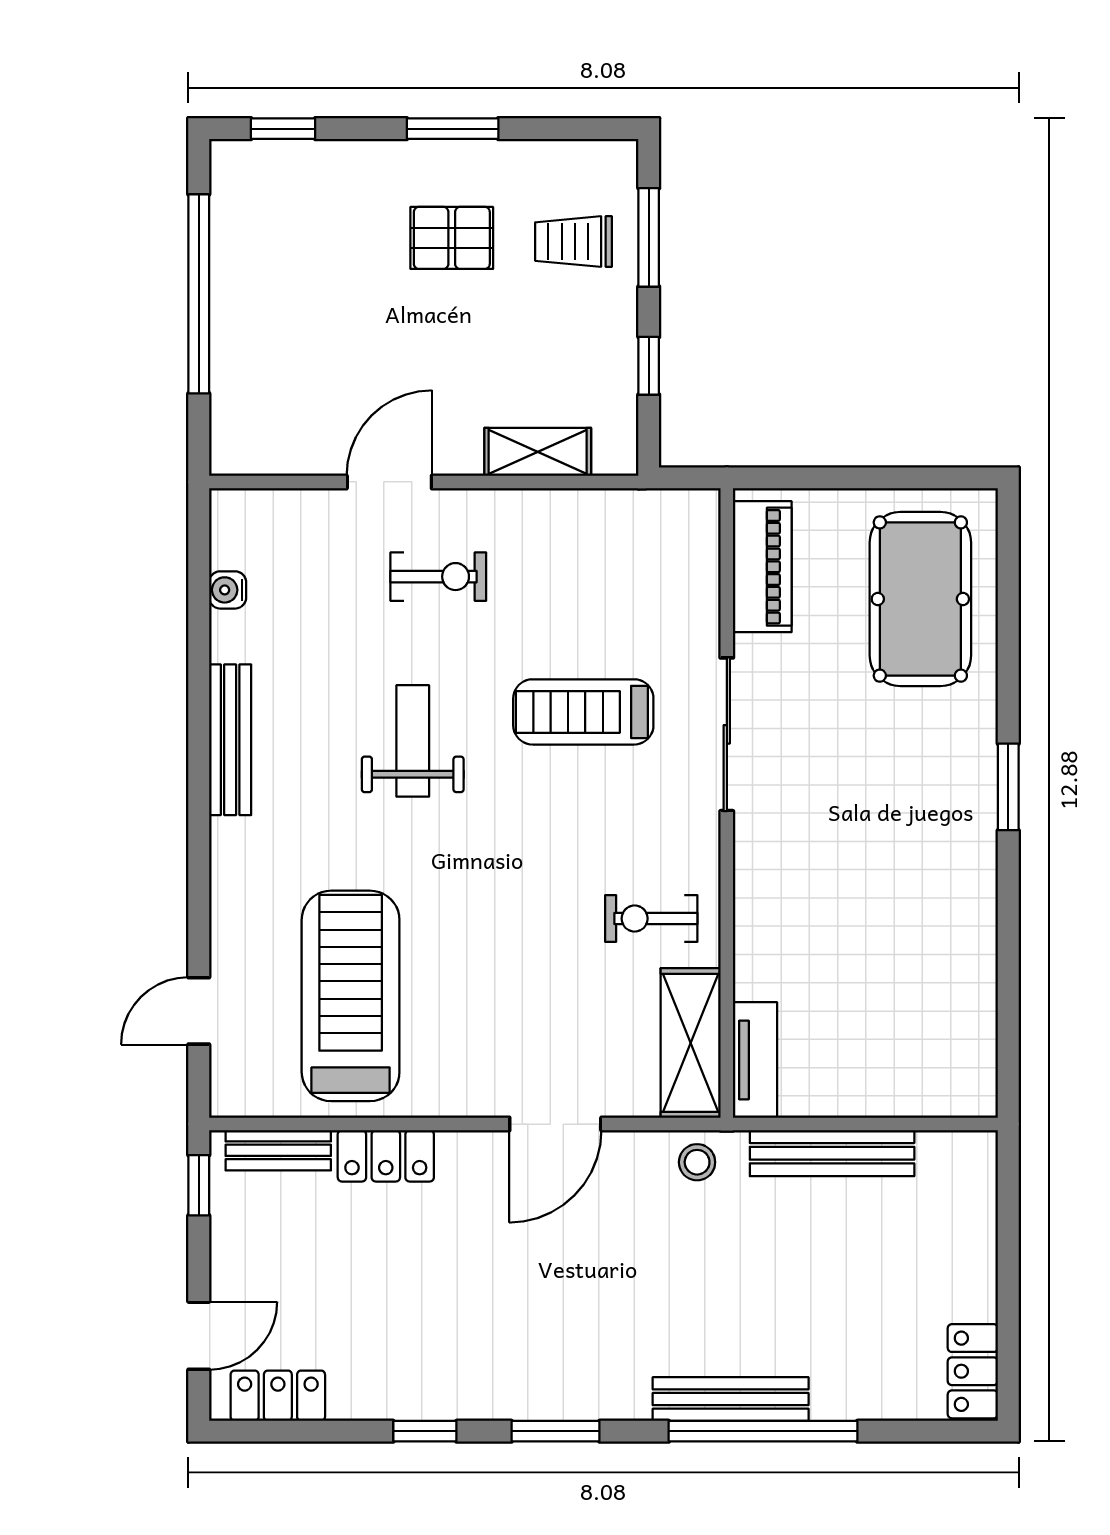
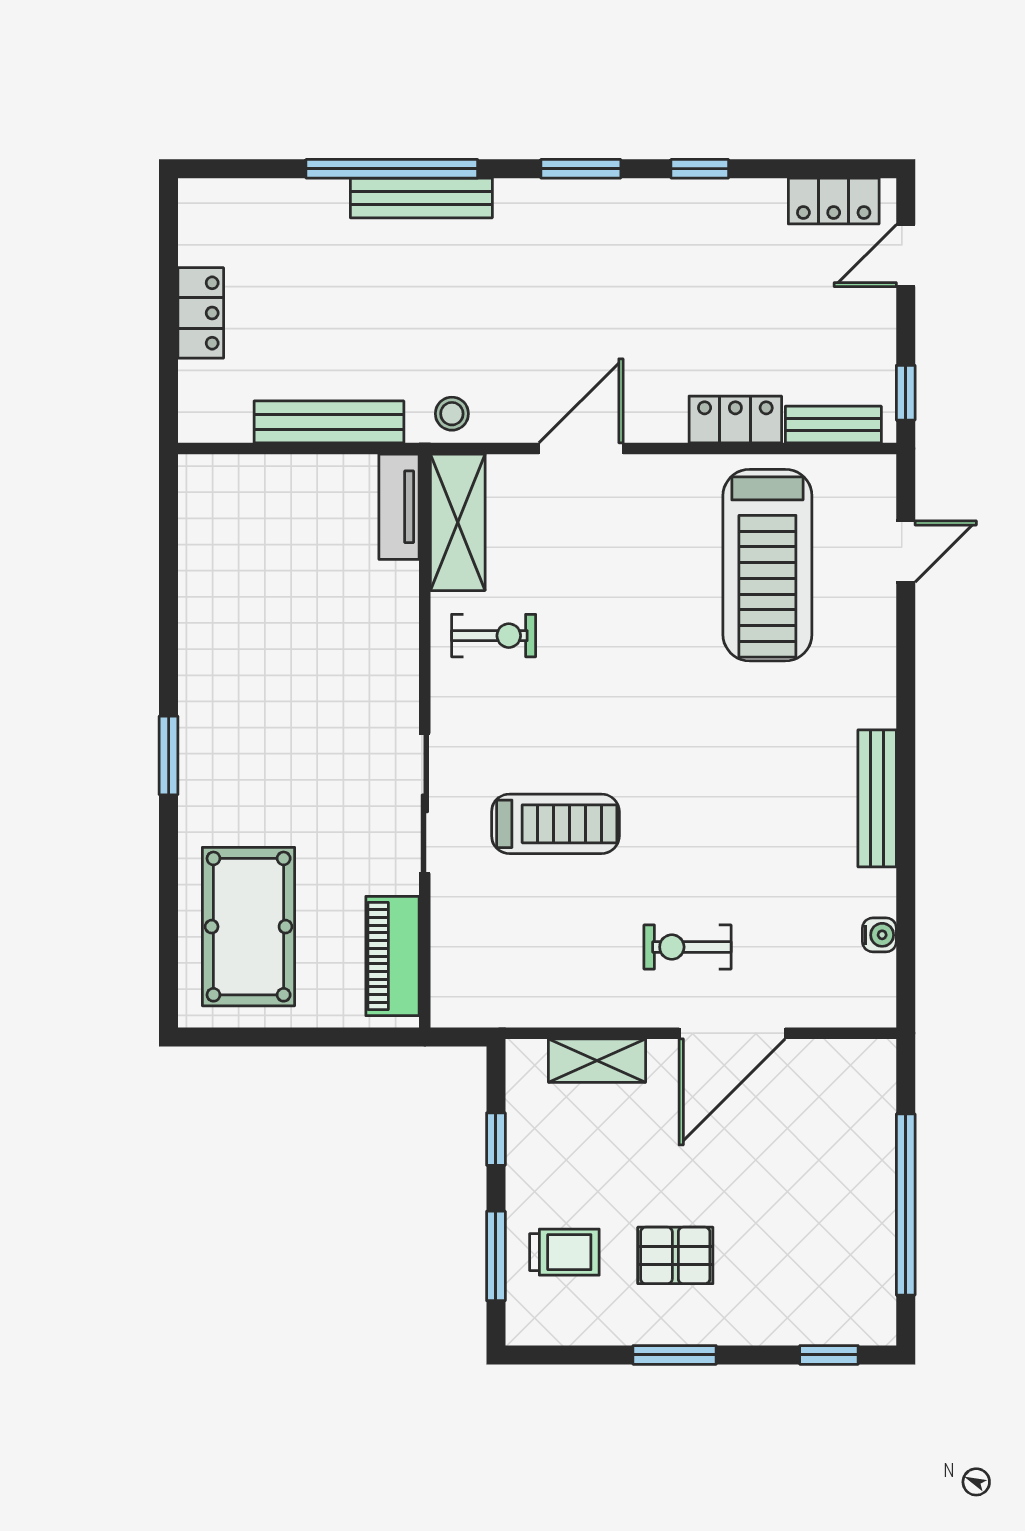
door: (389, 482) -> (732, 1033), width x1.36
weight bench: (413, 741) -> (711, 797), removed
locker: (973, 1371) -> (201, 313), moved

